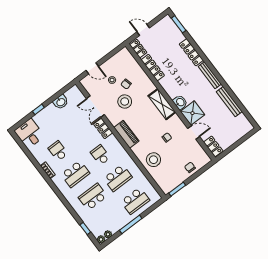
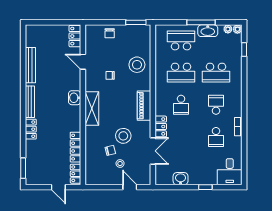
locker: (191, 52) -> (31, 129), width x0.66
shower: (192, 113) -> (71, 80), removed
school desk: (75, 174) -> (216, 105), width x0.54
school desk: (118, 178) -> (181, 73), turned 180
washbasin: (121, 222) -> (208, 31), added

